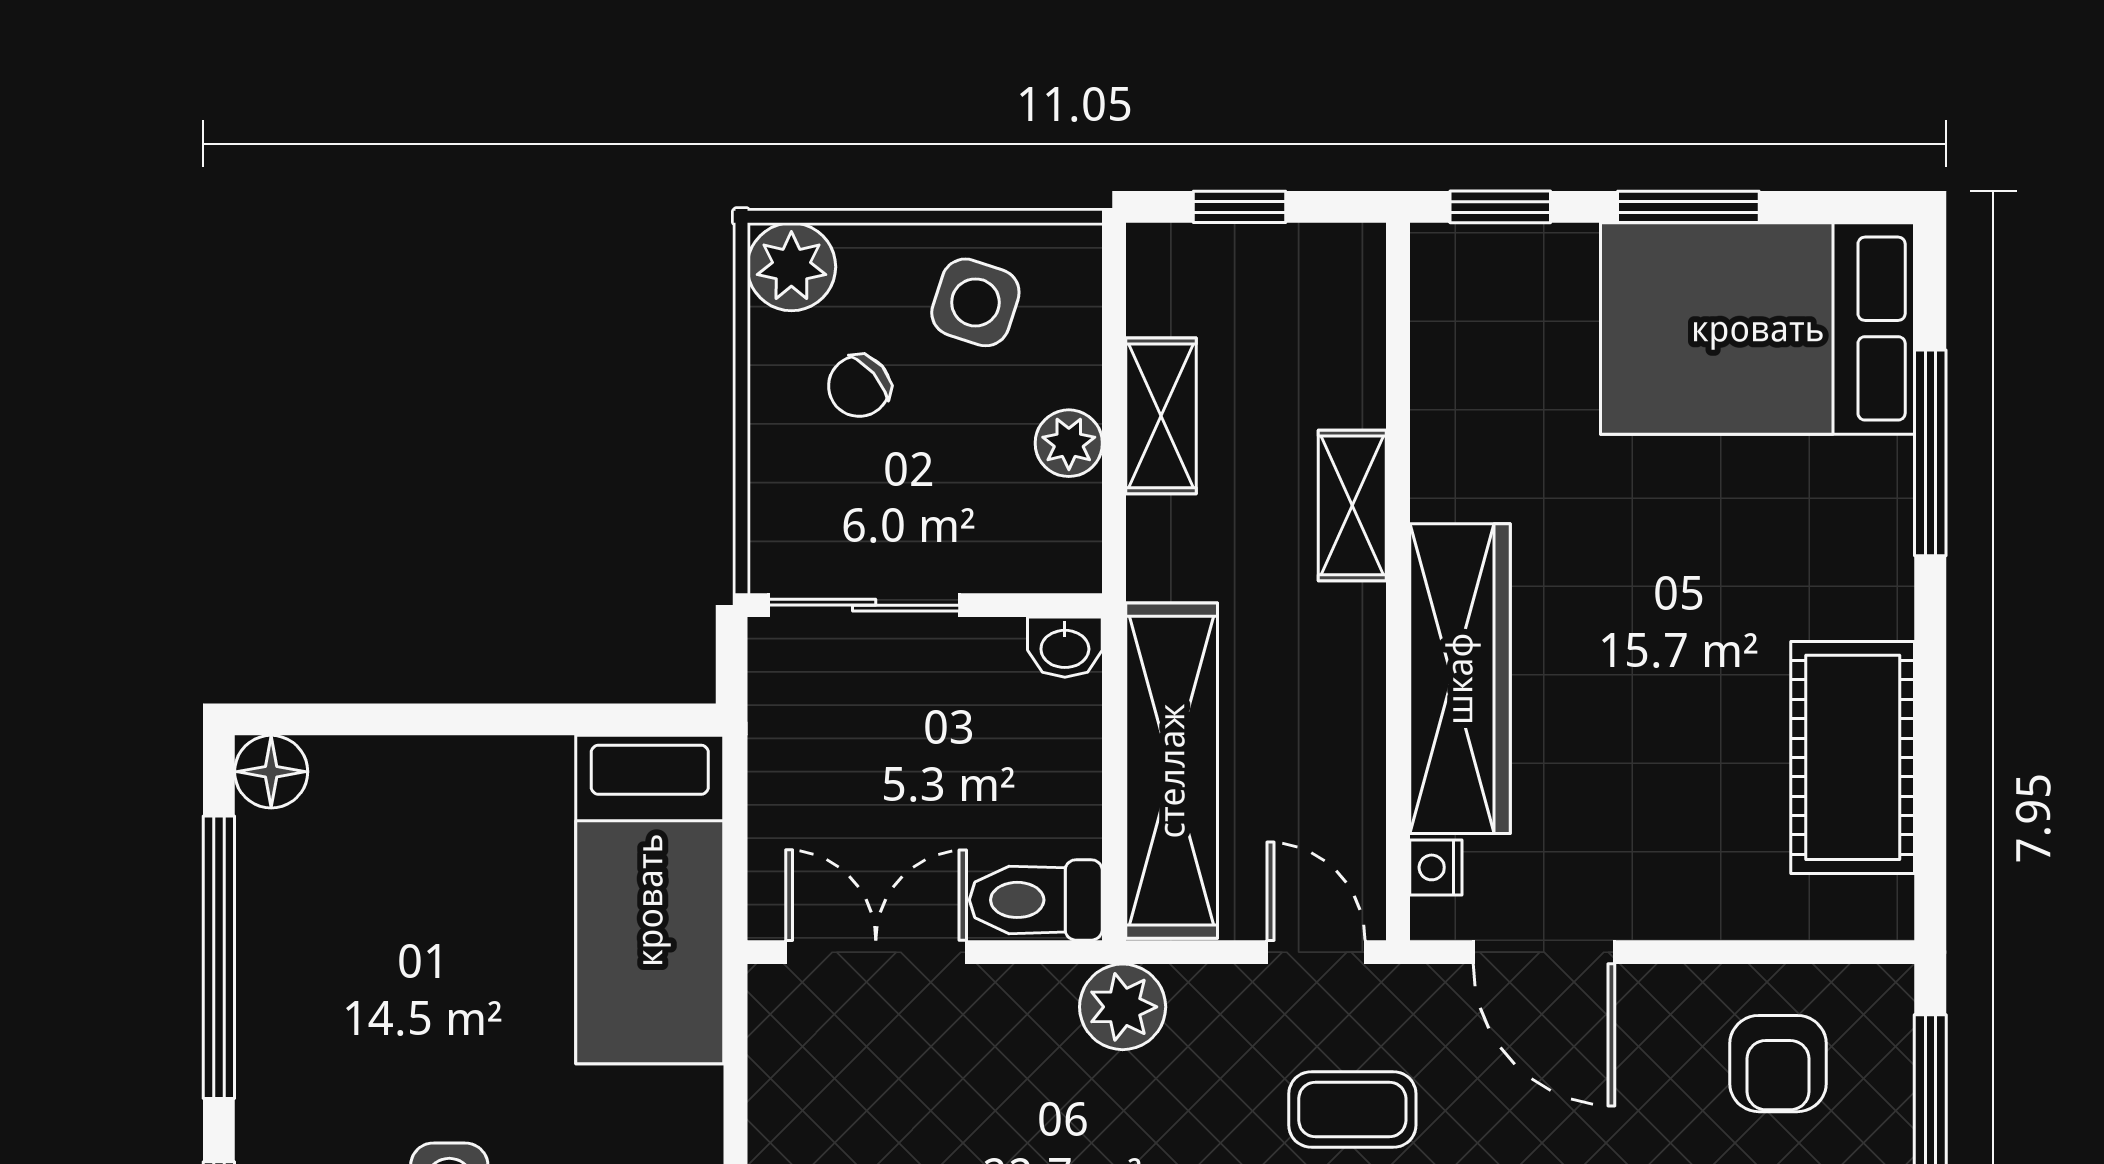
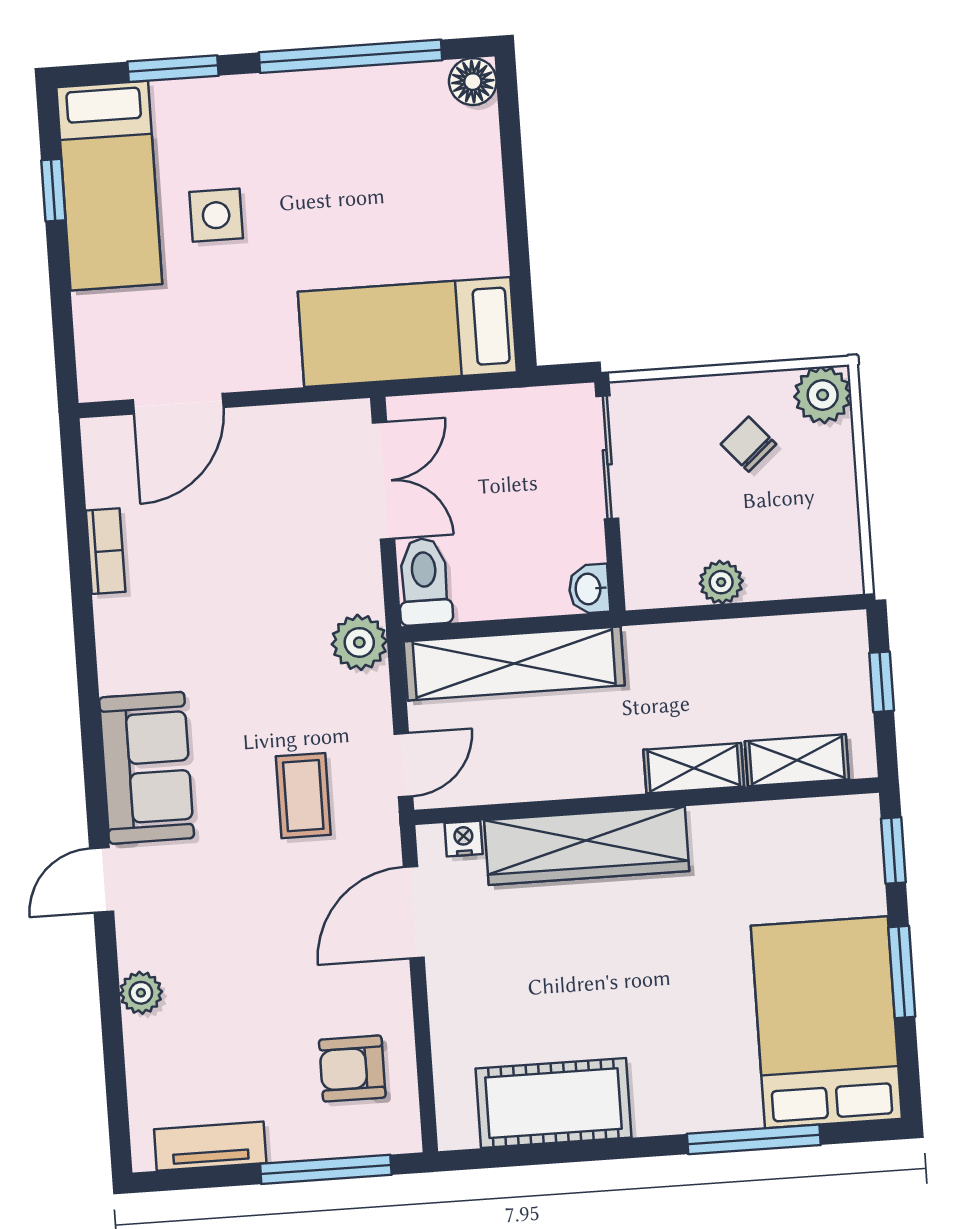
side table: (975, 302) -> (808, 516), removed
shelving: (1161, 416) -> (797, 760), moved

